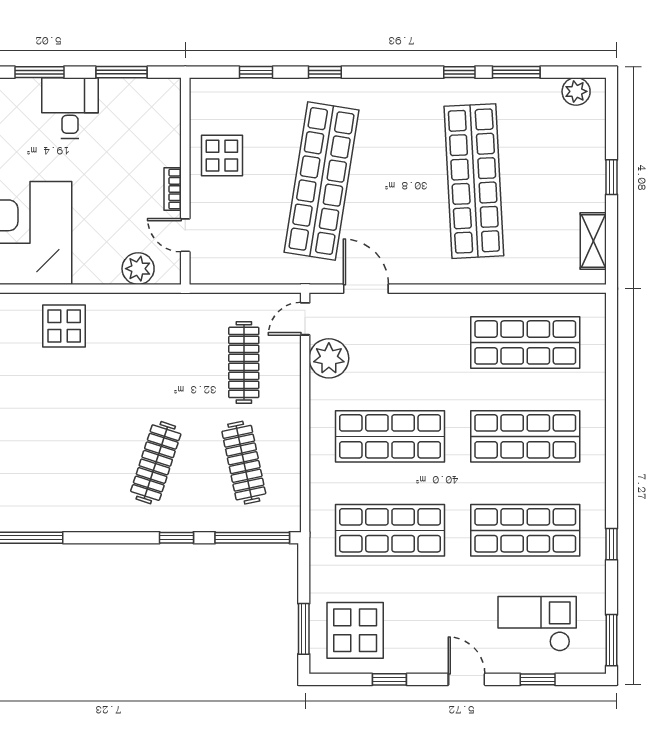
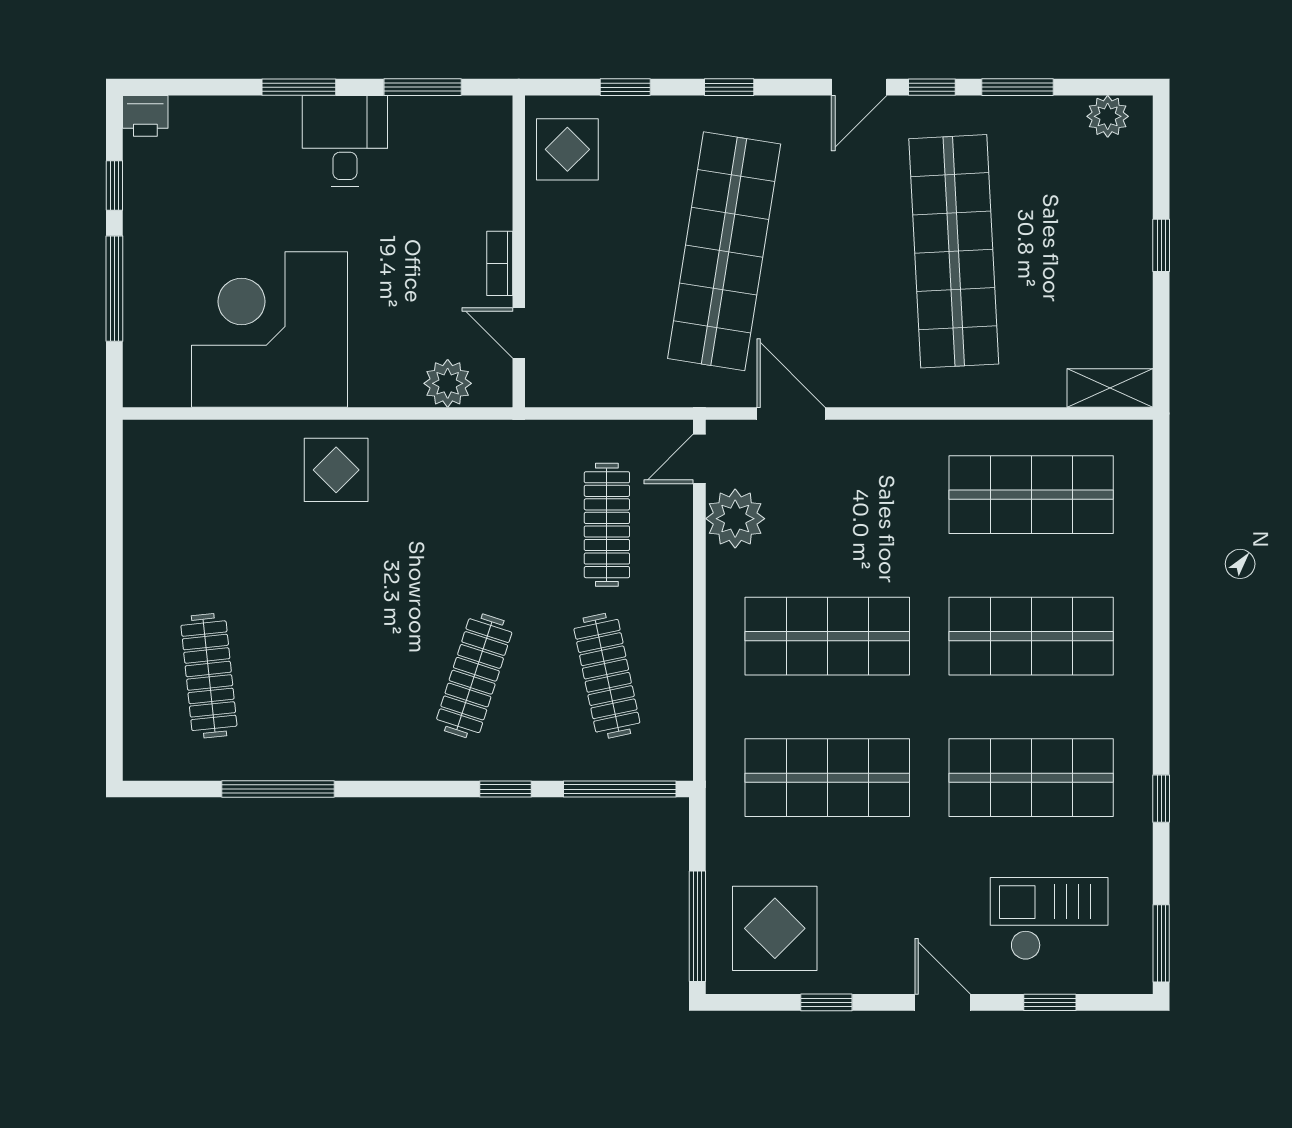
door: (411, 72) -> (859, 87), added
display table: (222, 156) -> (567, 149), moved
shelving: (593, 241) -> (1110, 388), moved, turned 90
window: (304, 629) -> (697, 926), width x1.44

